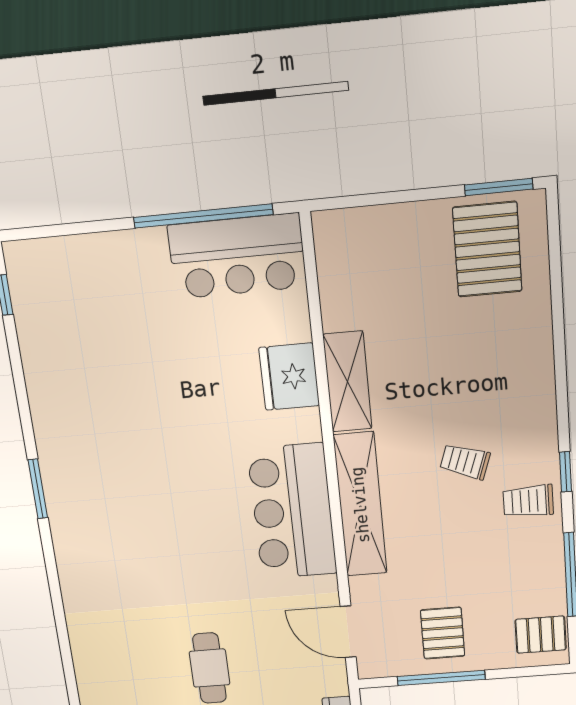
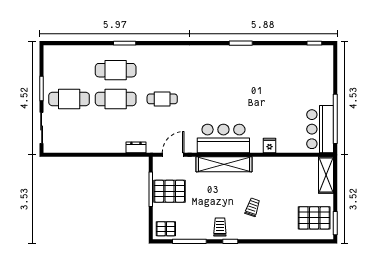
fridge: (289, 377) -> (269, 145), width x0.53, depth x0.75
shelving: (347, 382) -> (326, 175), moved, turned 90
trolley: (465, 462) -> (253, 207), moved
pallet: (443, 633) -> (170, 191), width x1.50, depth x1.42
pallet: (541, 635) -> (166, 229), turned 90

